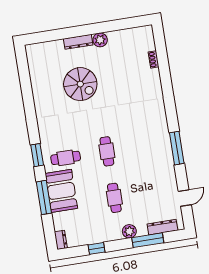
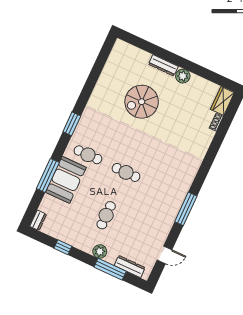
wardrobe: (147, 38) -> (222, 101), added
spiral stairs: (80, 84) -> (142, 102), turned 90
cafe table: (107, 151) -> (126, 172), turned 90
window: (37, 155) -> (72, 124), moved

